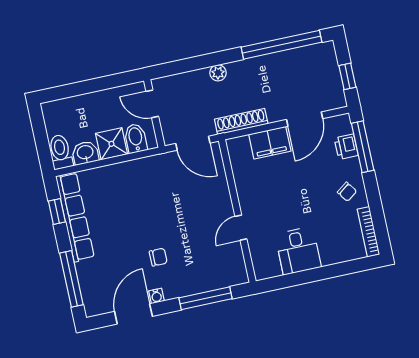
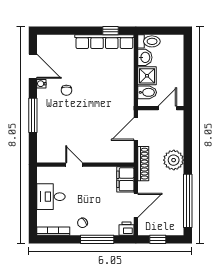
plant: (218, 73) -> (174, 160), width x1.87, depth x1.87
door: (305, 119) -> (136, 205), swing flipped
printer: (346, 147) -> (126, 229), moved
window: (363, 147) -> (97, 239), moved
wall: (237, 211) -> (85, 165), moved
door: (241, 228) -> (74, 165), moved
desk: (298, 251) -> (51, 197), moved
window: (71, 279) -> (64, 31), removed

